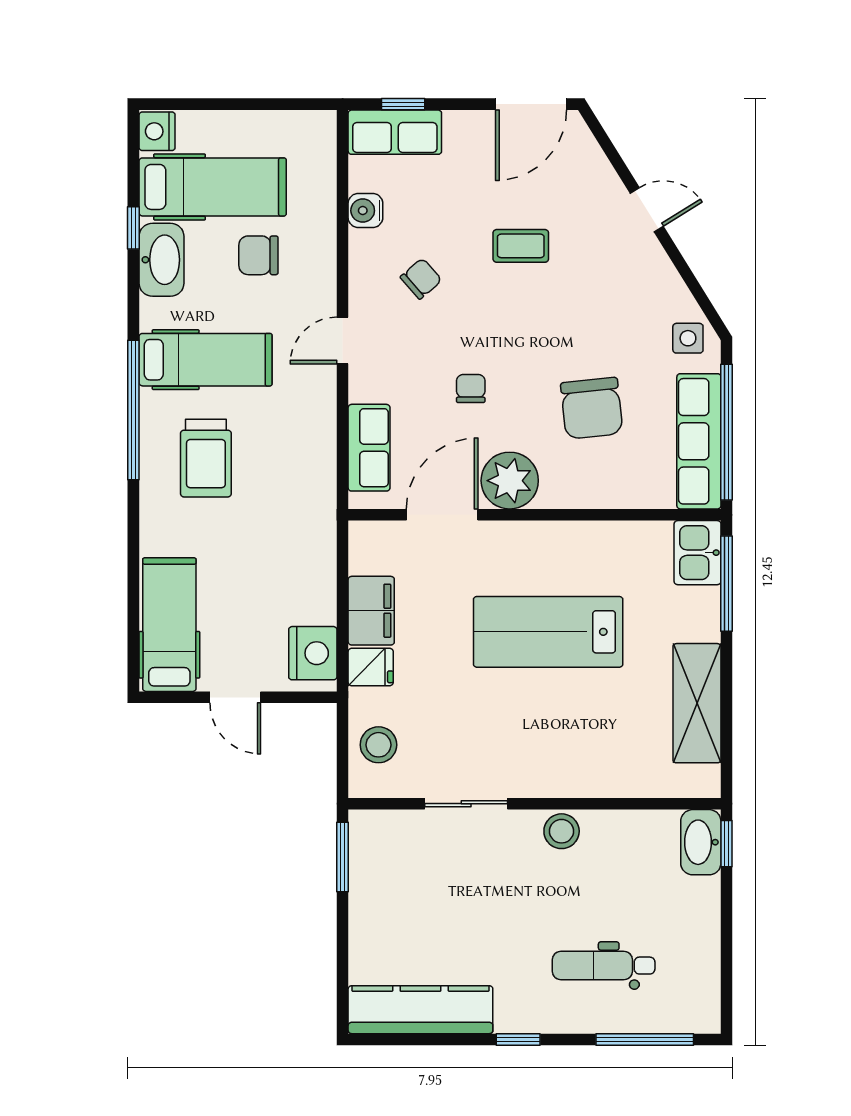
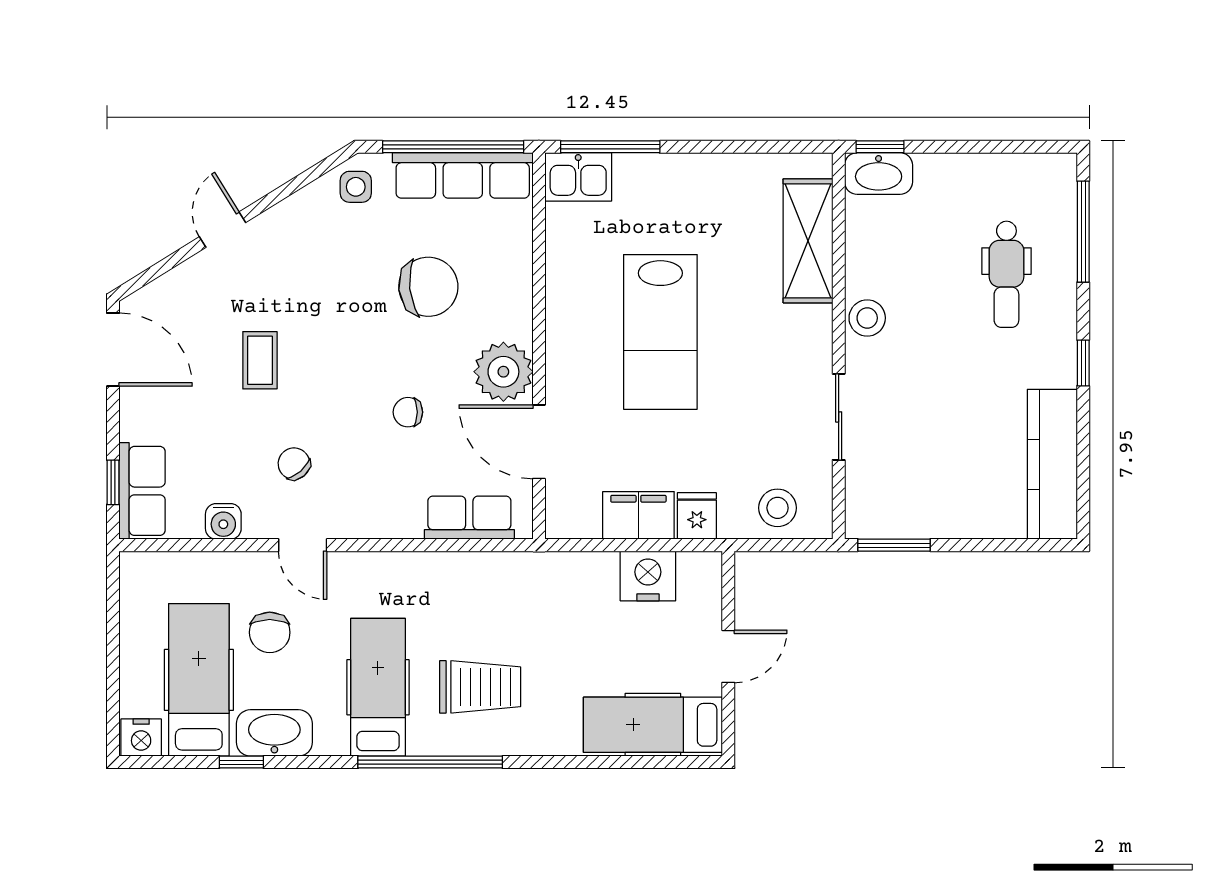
door: (343, 341) -> (303, 545), moved
nightstand: (313, 653) -> (648, 576), moved
shelving: (697, 703) -> (808, 241), moved, turned 90

